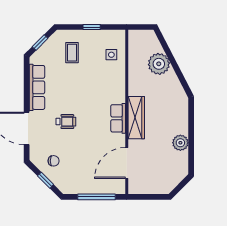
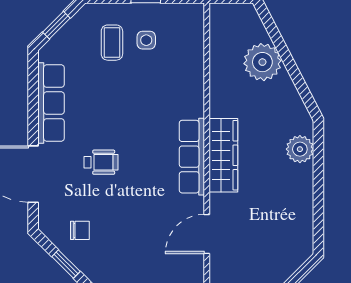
side table: (111, 55) -> (146, 40), moved
row of seats: (118, 118) -> (192, 157), width x1.48
plant: (180, 143) -> (300, 149), moved
door: (127, 163) -> (207, 234), width x0.73

